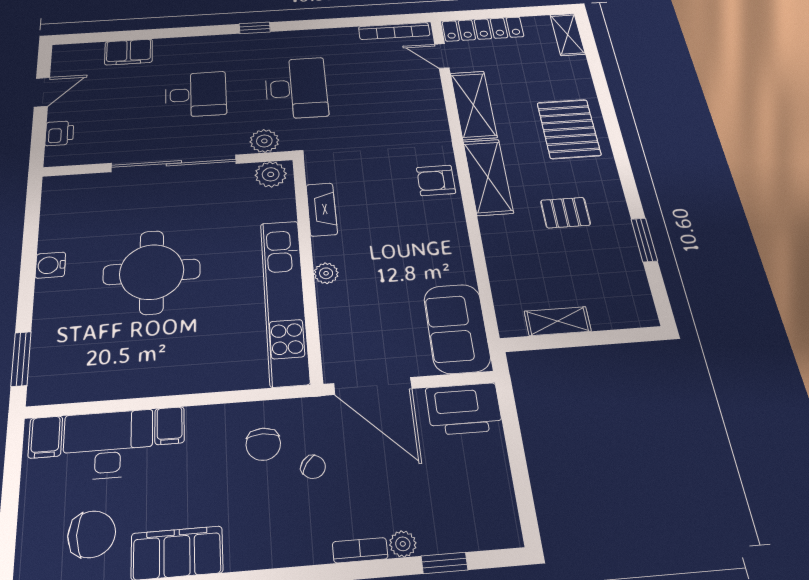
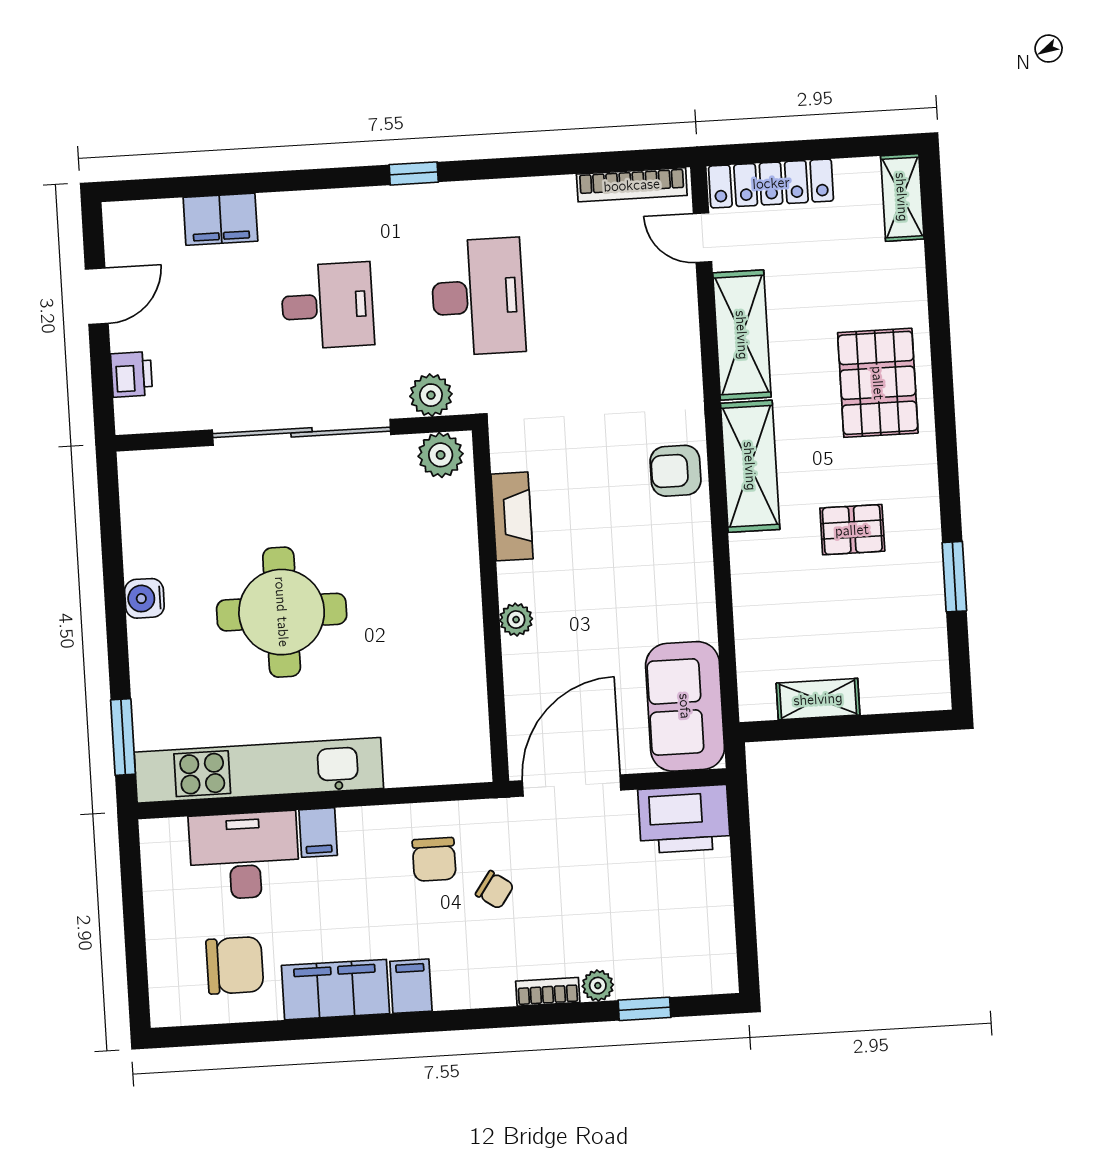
kitchen unit: (284, 301) -> (259, 770), moved, turned 90
door: (373, 386) -> (572, 785), swing flipped
filing cabinet: (45, 437) -> (411, 986), moved, turned 180

